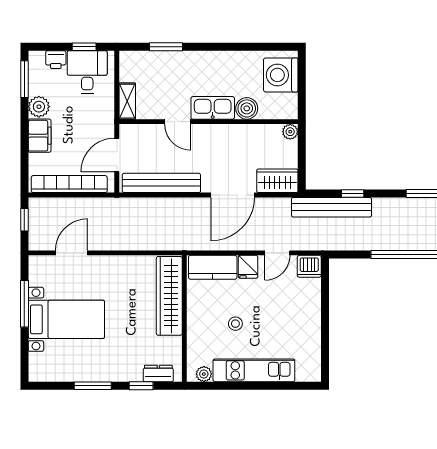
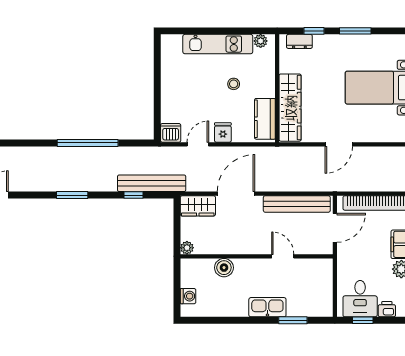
washing machine: (281, 75) -> (188, 296), width x0.53, depth x0.53
shelving: (127, 101) -> (326, 274), removed
kitchen sink: (213, 108) -> (267, 307), moved, turned 180
door: (71, 253) -> (339, 144), moved
kitchen counter: (213, 267) -> (265, 119), moved, turned -90

